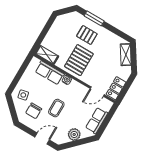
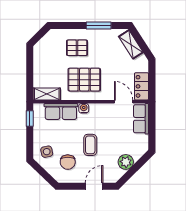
window: (94, 18) -> (99, 26), moved
pallet: (79, 60) -> (84, 80), turned 90
window: (25, 65) -> (30, 118), added
door: (97, 92) -> (124, 102), swing flipped
row of seats: (97, 121) -> (141, 119), moved

